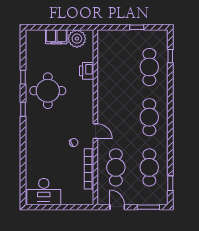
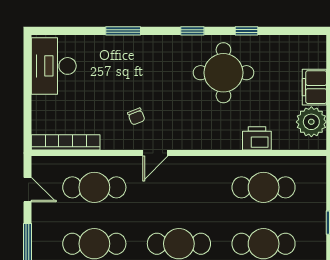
cafe table: (116, 67) -> (264, 187), added
window: (23, 150) -> (123, 31), added
bookcase: (89, 169) -> (66, 142), moved
door: (117, 207) -> (27, 190), hinge flipped

